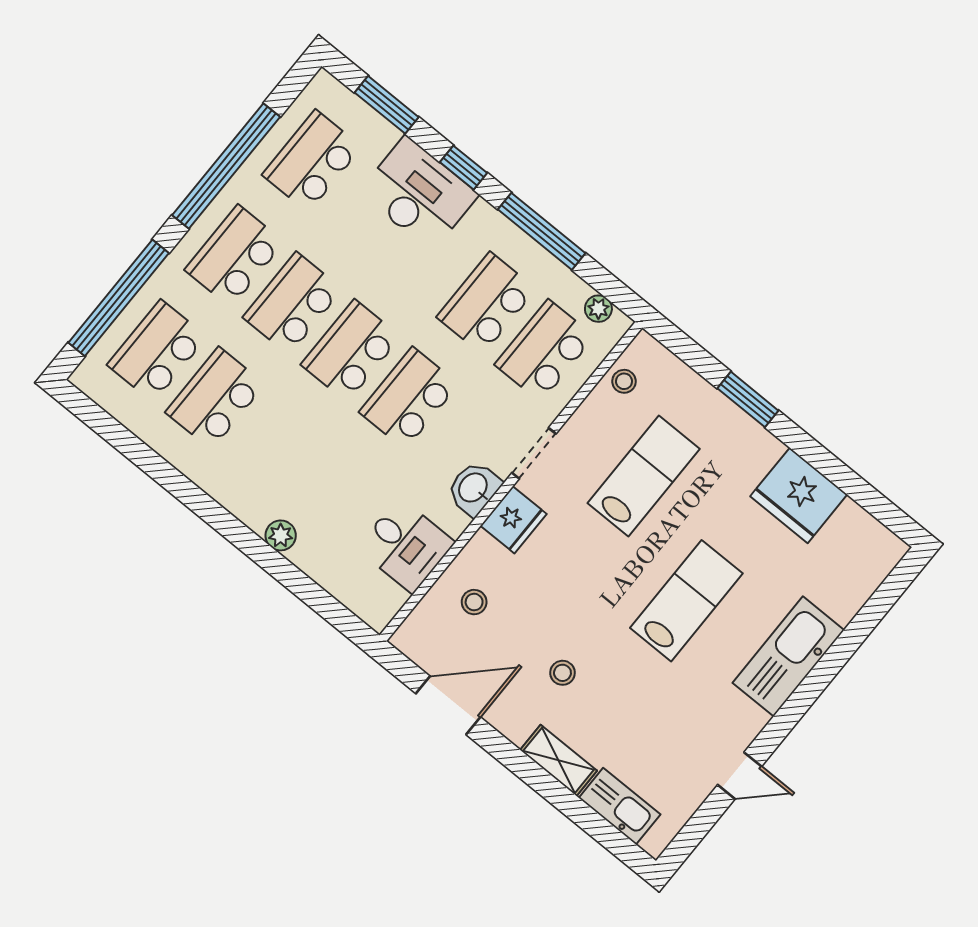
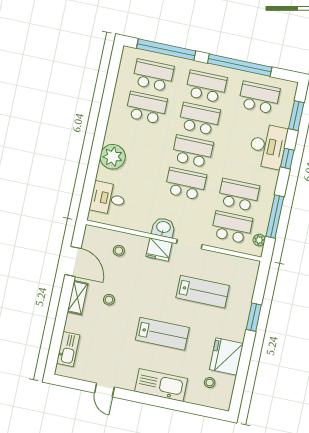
window: (542, 231) -> (275, 217), moved
stool: (624, 381) -> (210, 383), moved
plant: (281, 535) -> (113, 157), width x1.88, depth x1.88
desk: (406, 545) -> (108, 198), moved, turned 90
shelving: (558, 760) -> (78, 298), moved

